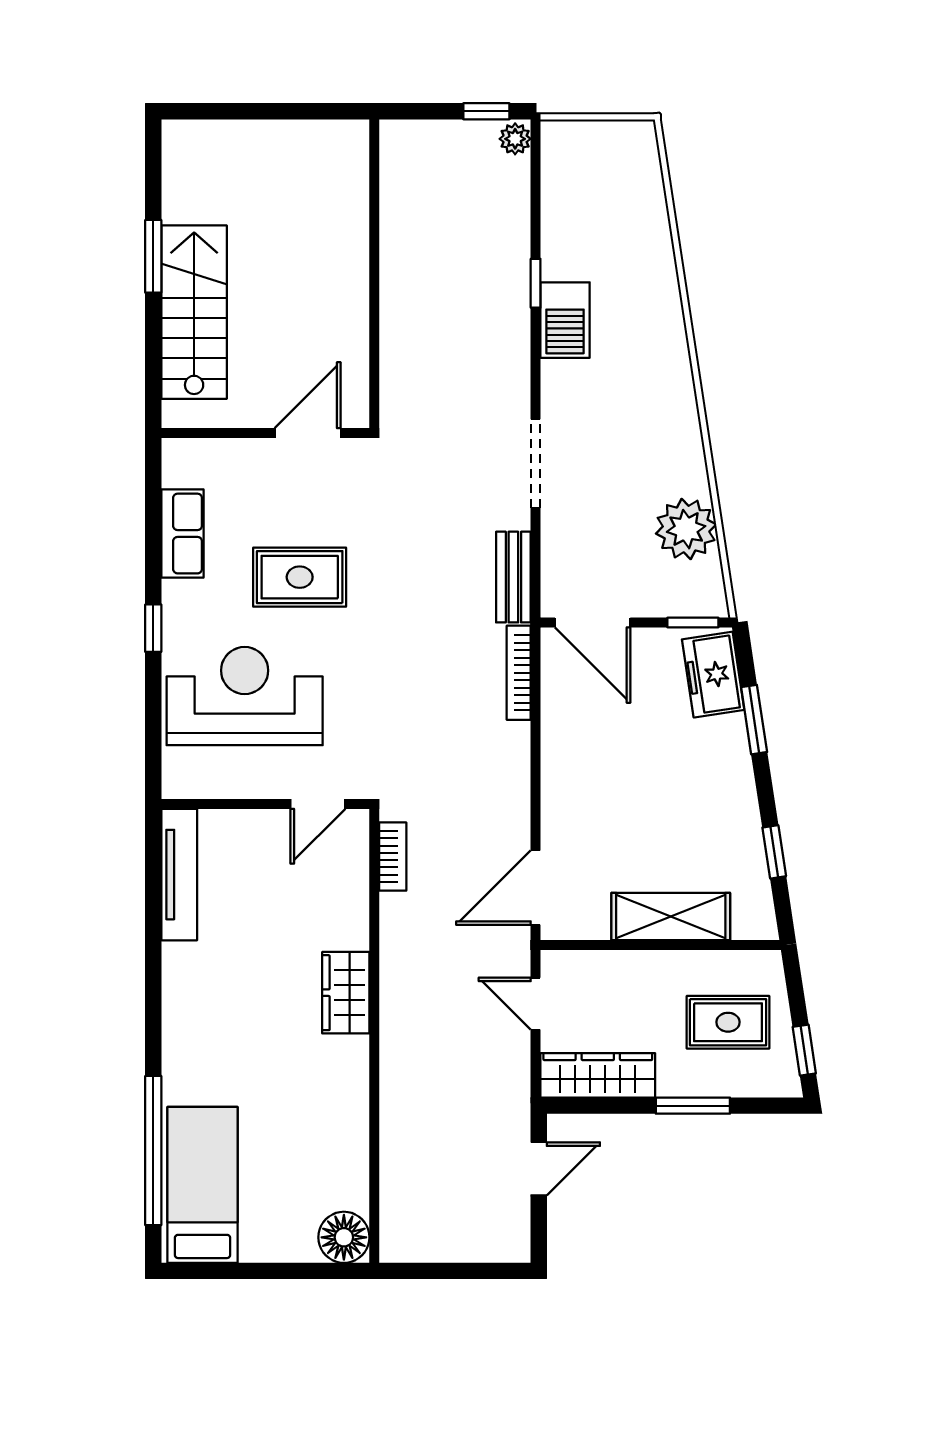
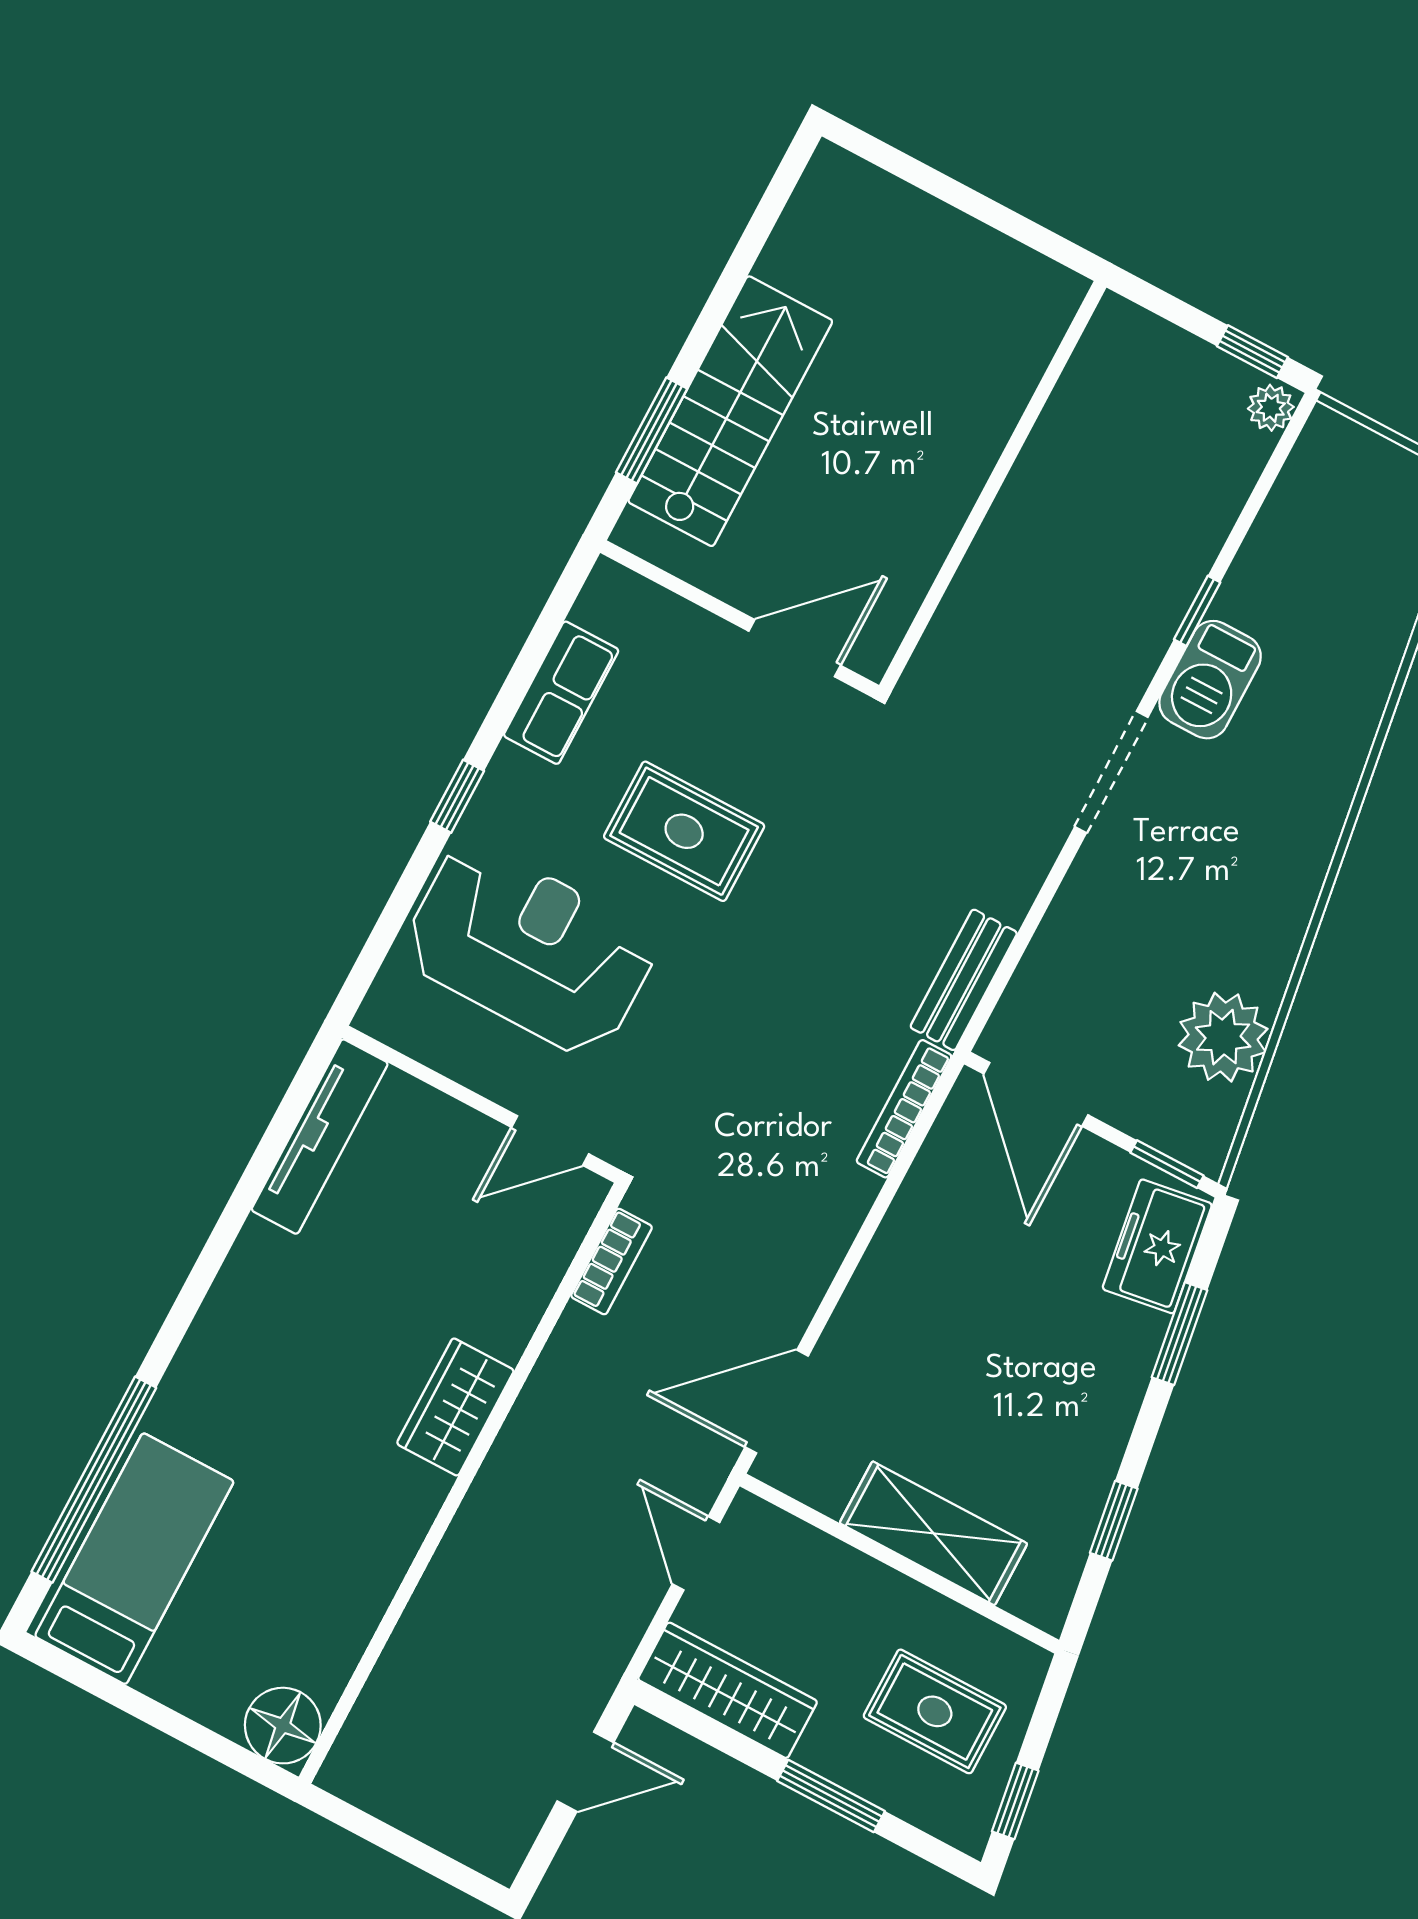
window: (153, 256) -> (652, 431), moved
doorway: (536, 464) -> (1111, 772), moved

